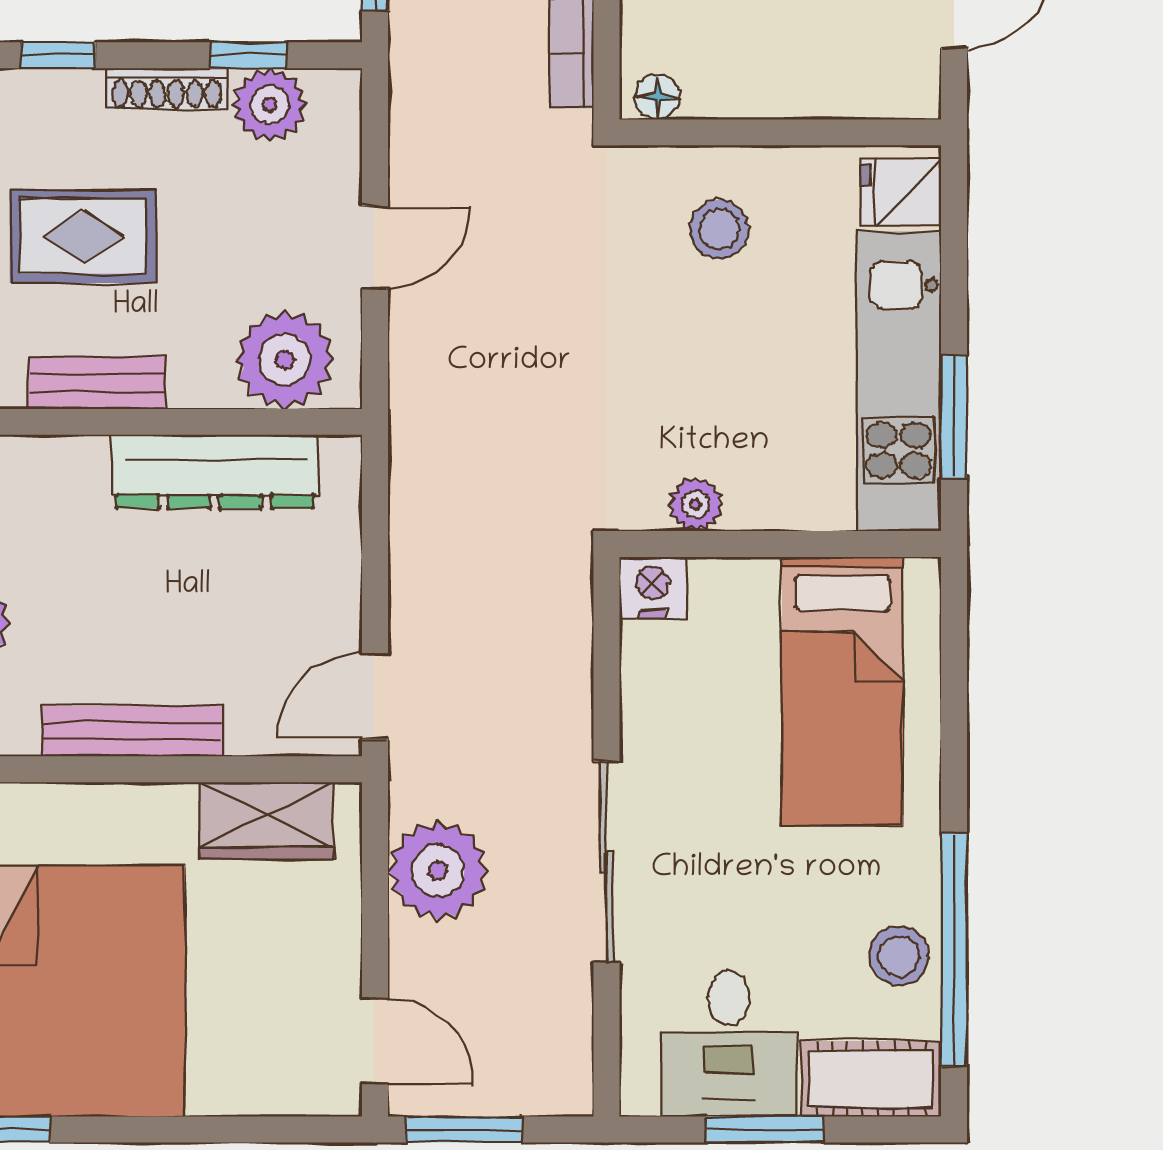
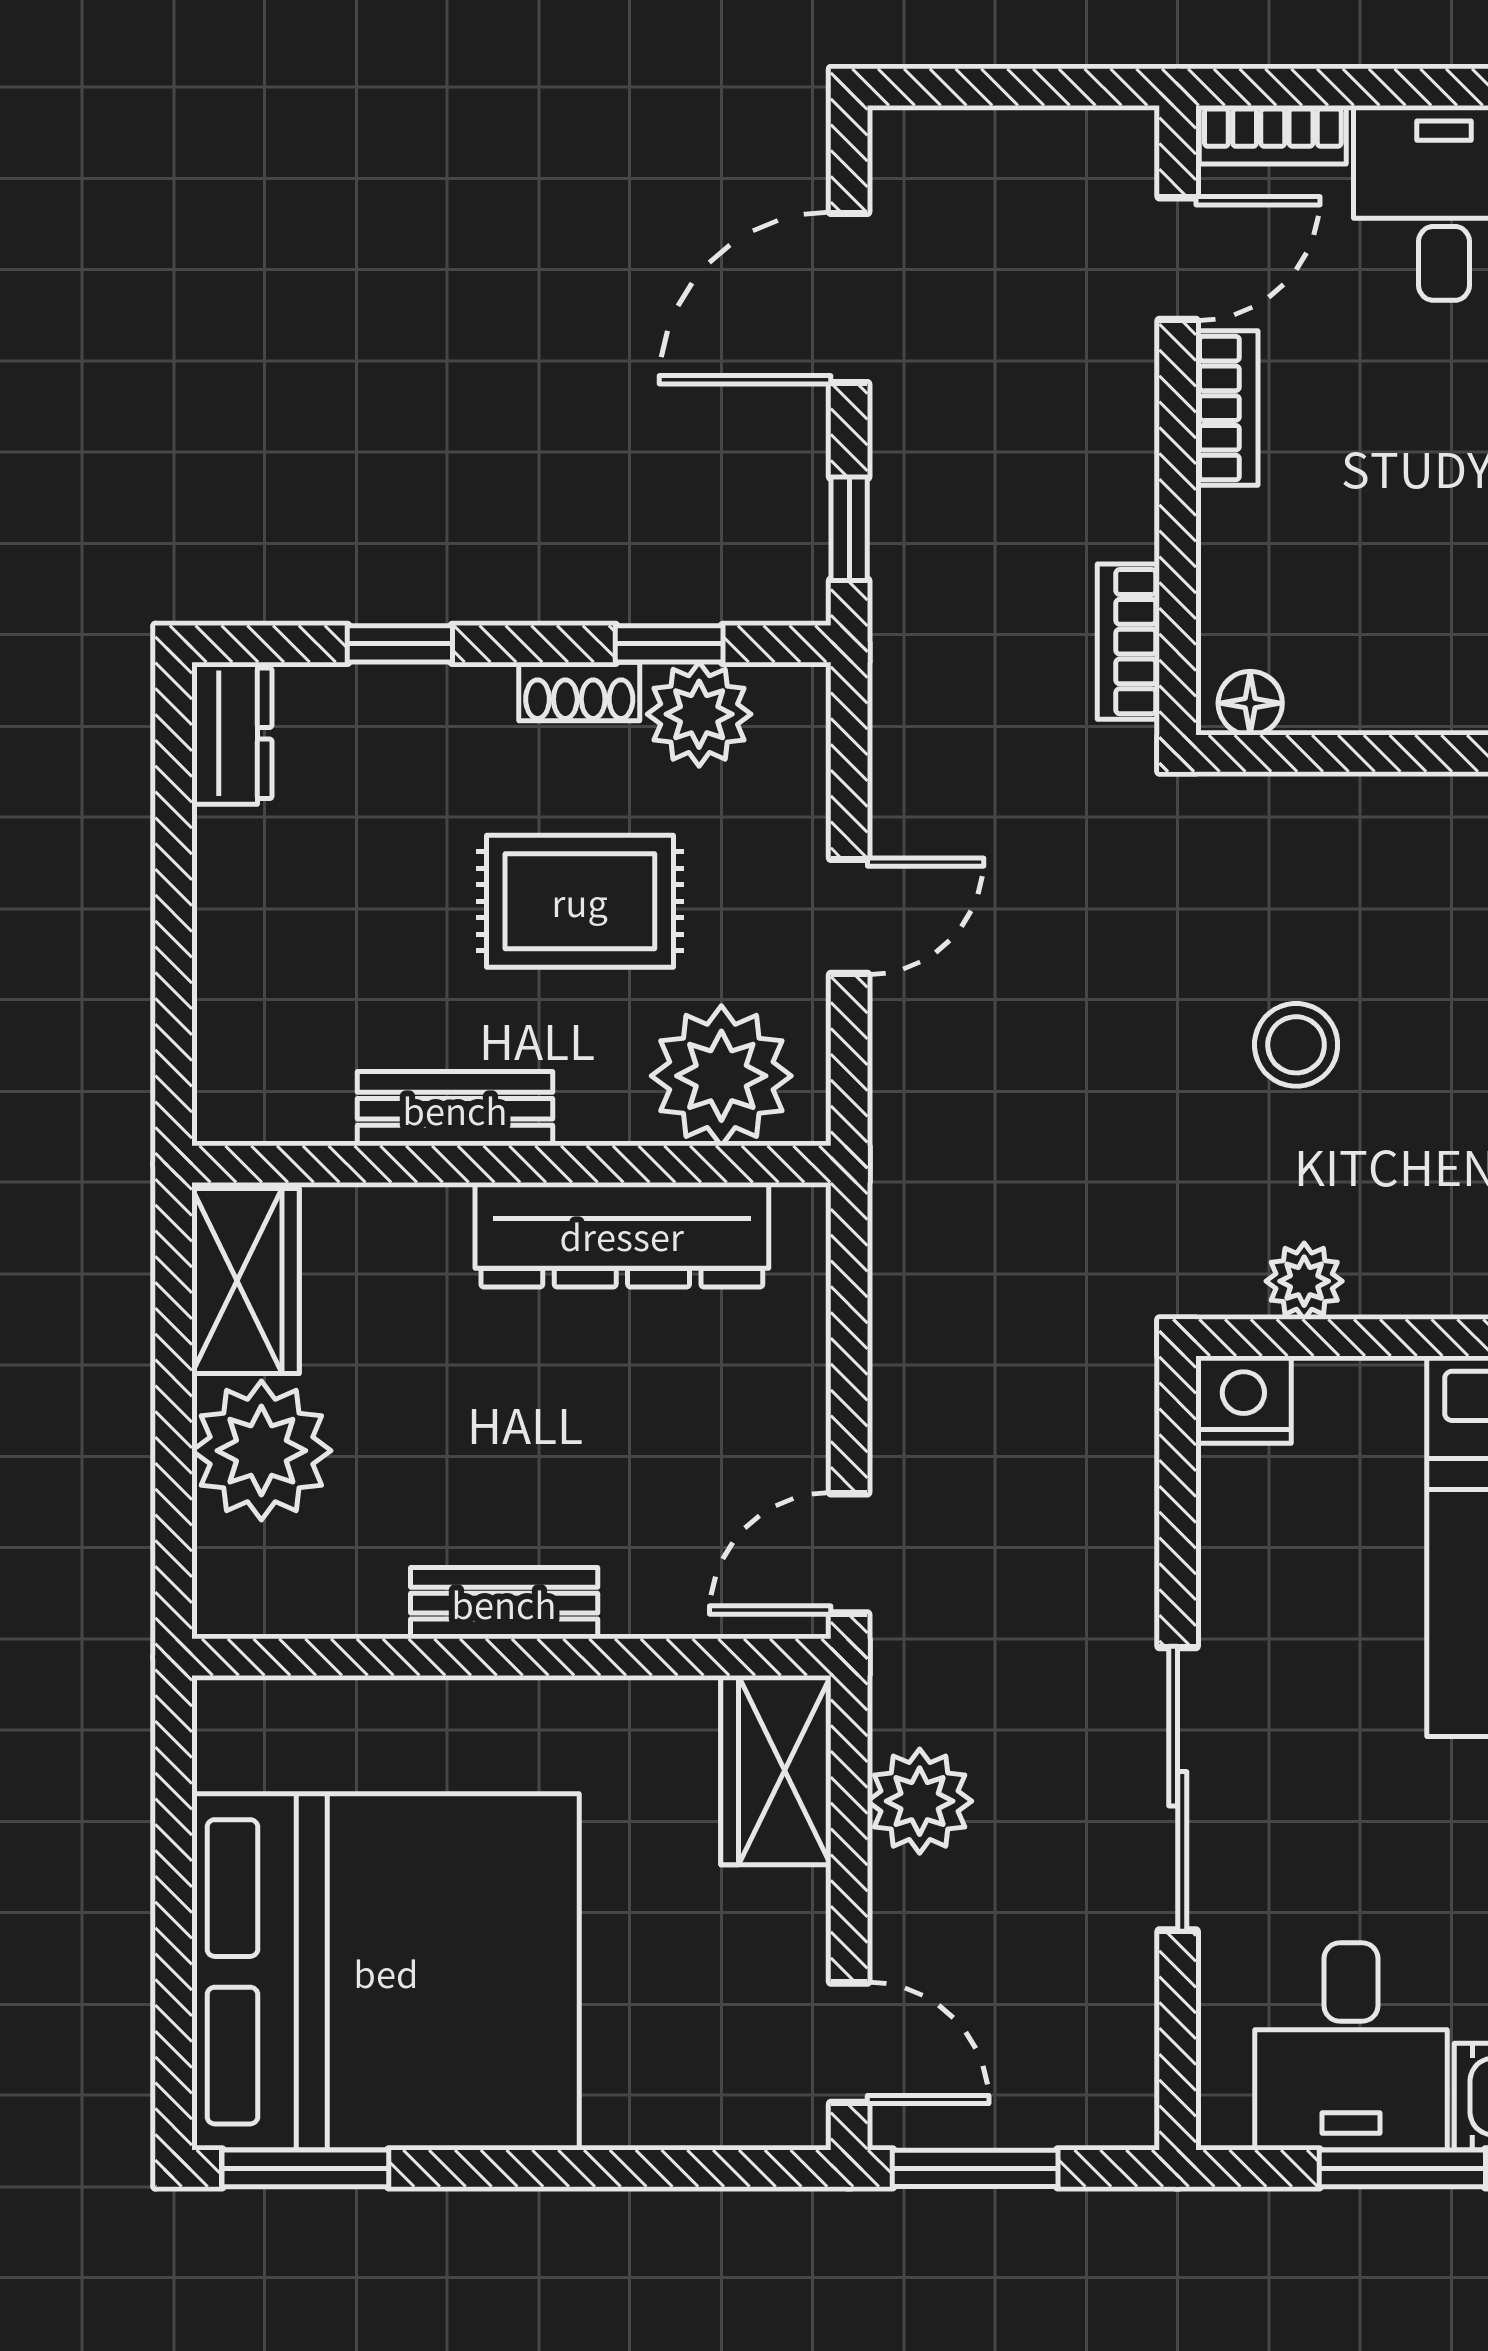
shoe rack: (167, 89) -> (579, 692), width x0.70
stool: (719, 229) -> (1296, 1045), moved
rug: (83, 236) -> (580, 901), moved
bench: (132, 731) -> (504, 1603), width x0.73
wardrobe: (267, 821) -> (776, 1770), moved, turned 90
plant: (438, 871) -> (920, 1801), width x0.73, depth x0.73

